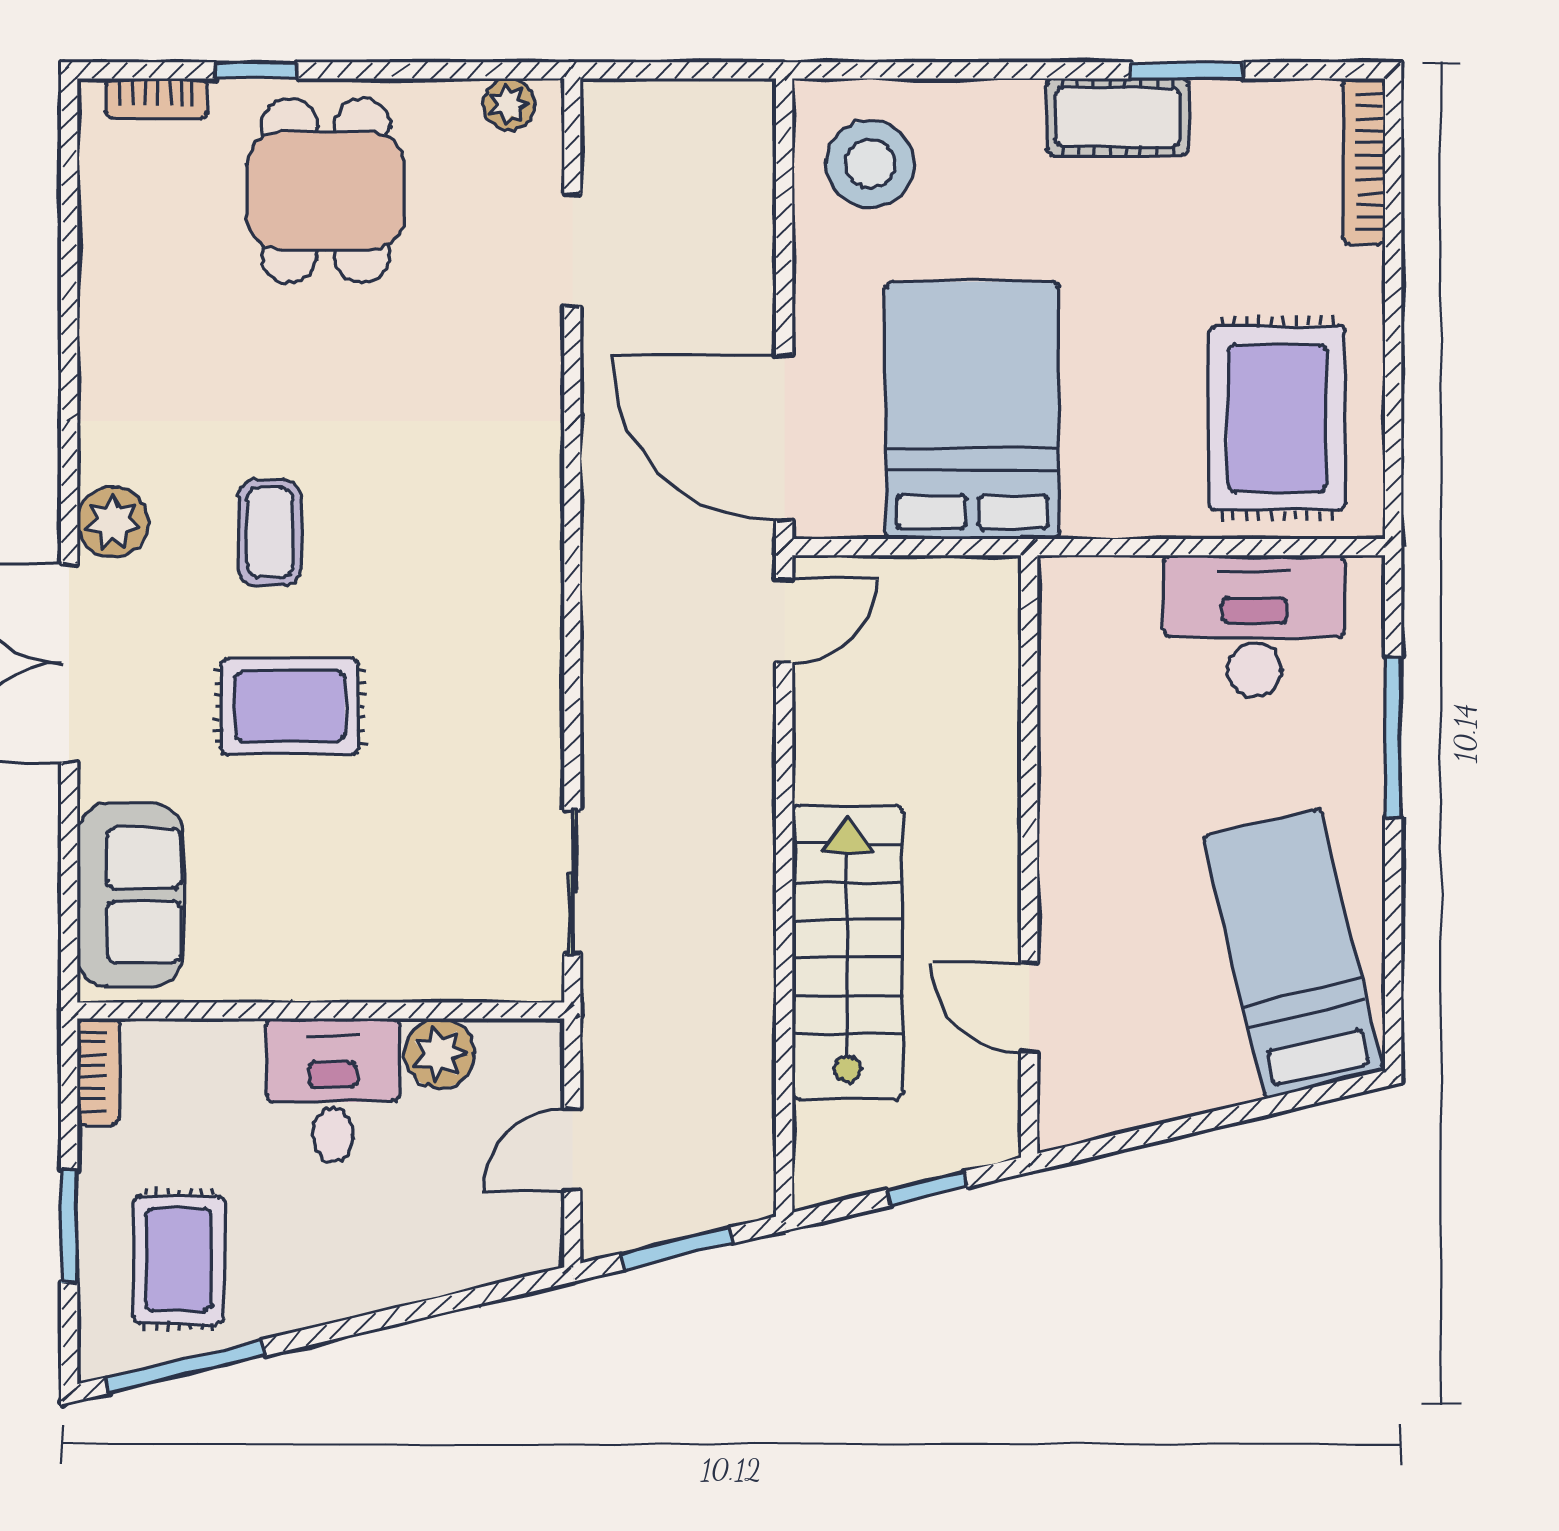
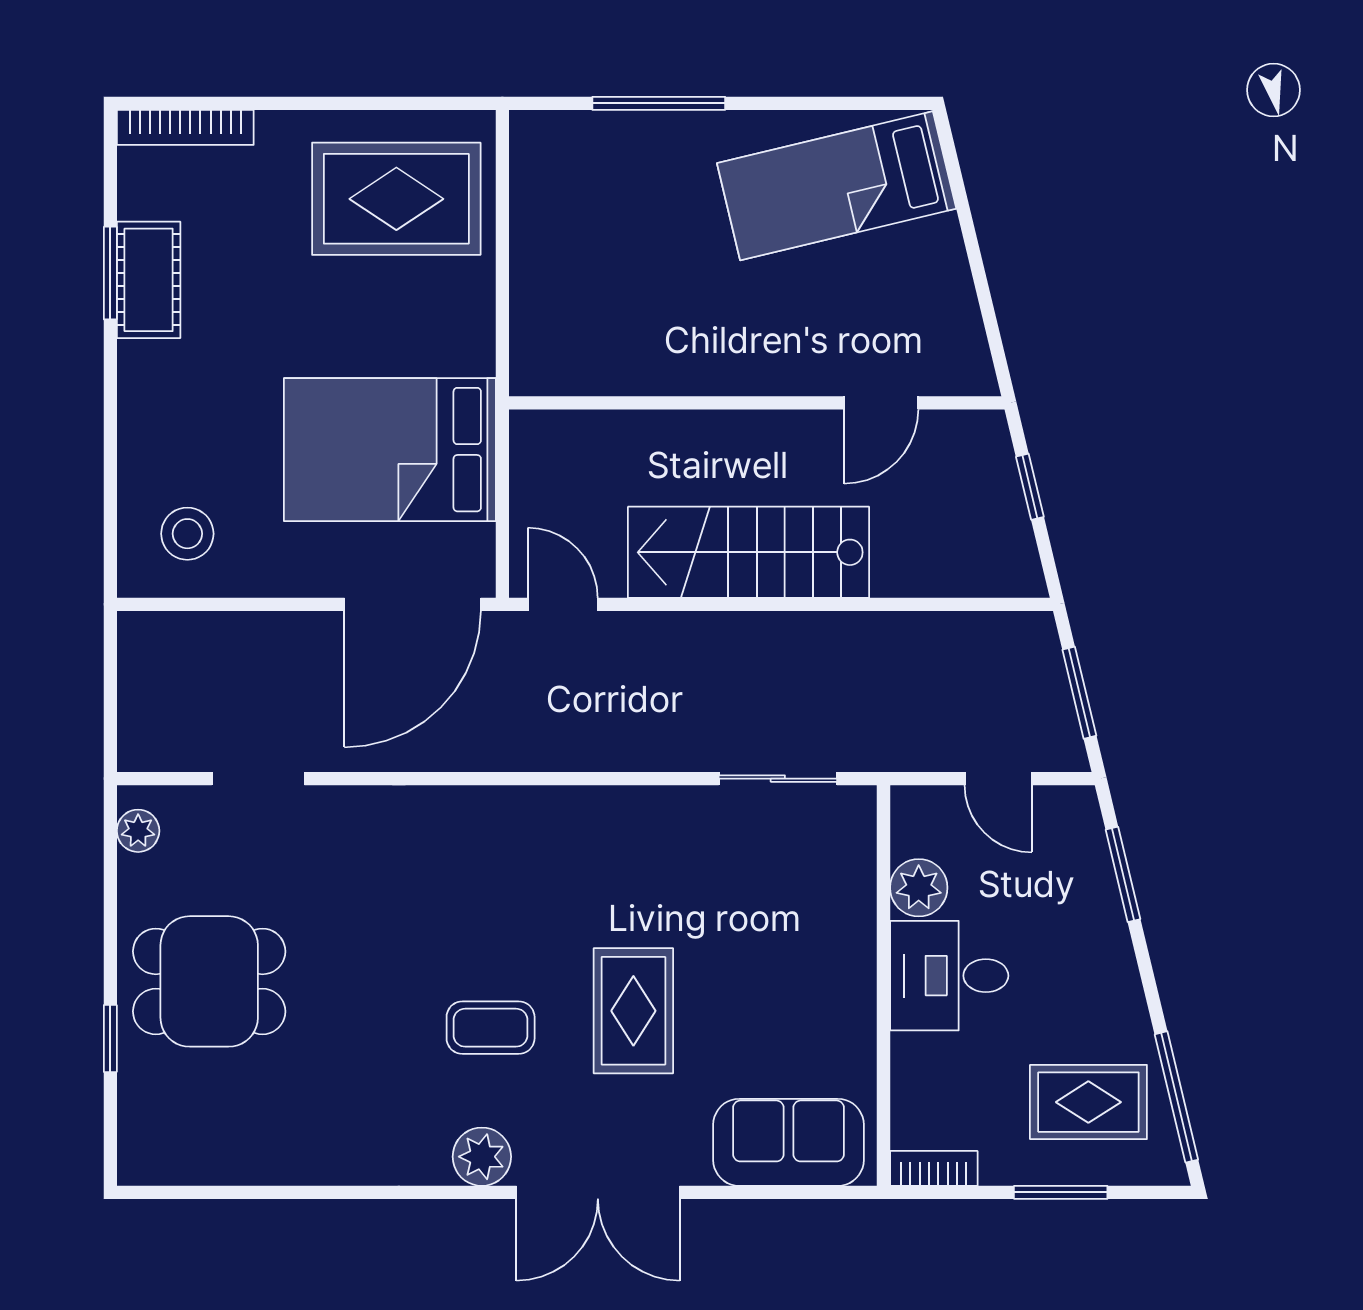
bookcase: (157, 99) -> (133, 1120), removed
cot: (1118, 117) -> (149, 280), moved
stool: (870, 164) -> (187, 534), width x0.73, depth x0.73
desk: (1254, 626) -> (567, 218), removed
stairs: (847, 952) -> (749, 552), moved
window: (456, 1302) -> (1123, 874), added

